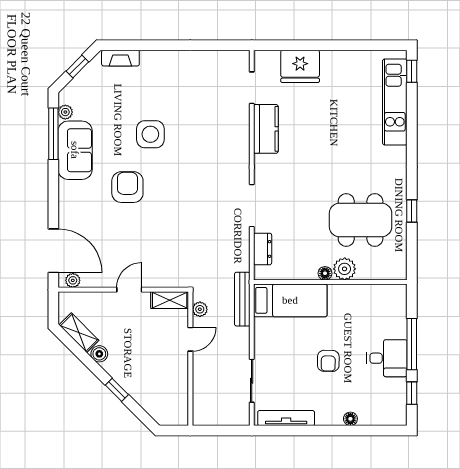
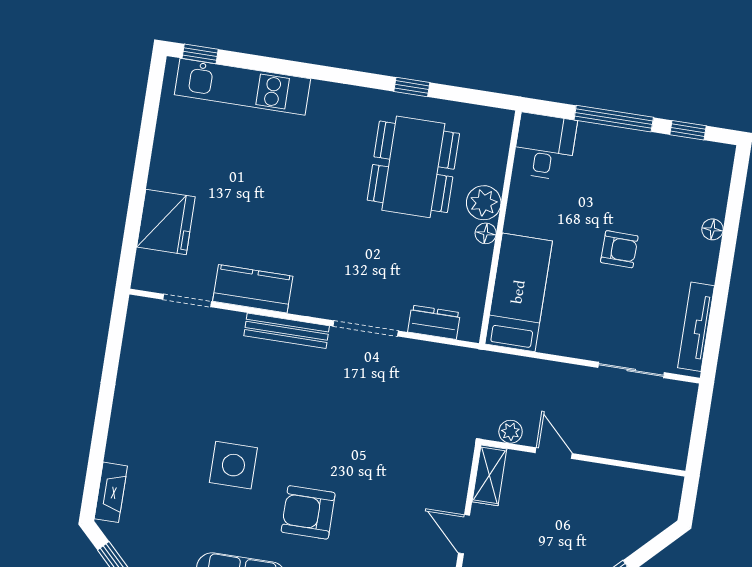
bench: (242, 299) -> (287, 331), moved
desk: (387, 358) -> (545, 146), moved

